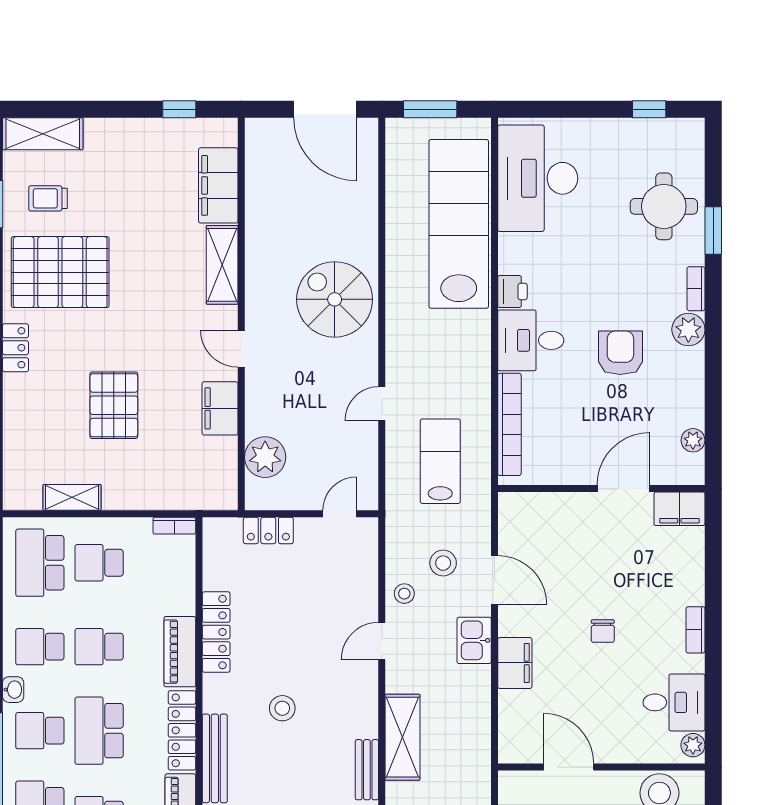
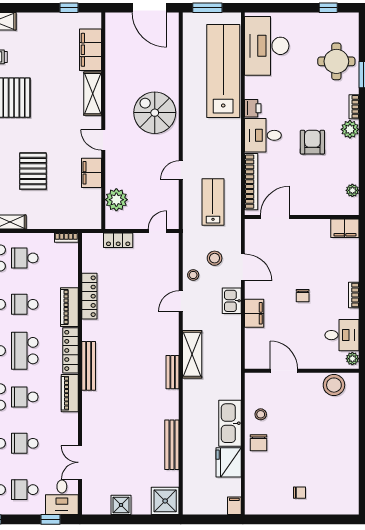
door: (624, 489) -> (275, 217), moved
stool: (282, 708) -> (126, 338), removed

